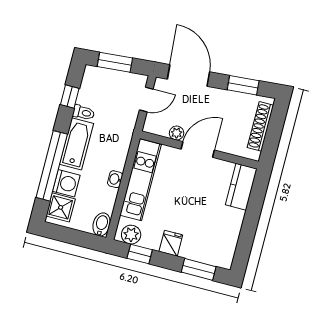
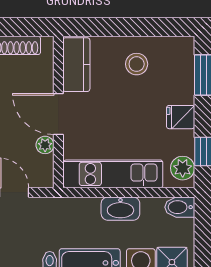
washbasin: (115, 179) -> (120, 209), width x1.91, depth x1.45
kitchen counter: (241, 187) -> (76, 65), moved, turned -90
stool: (221, 220) -> (137, 64), added

